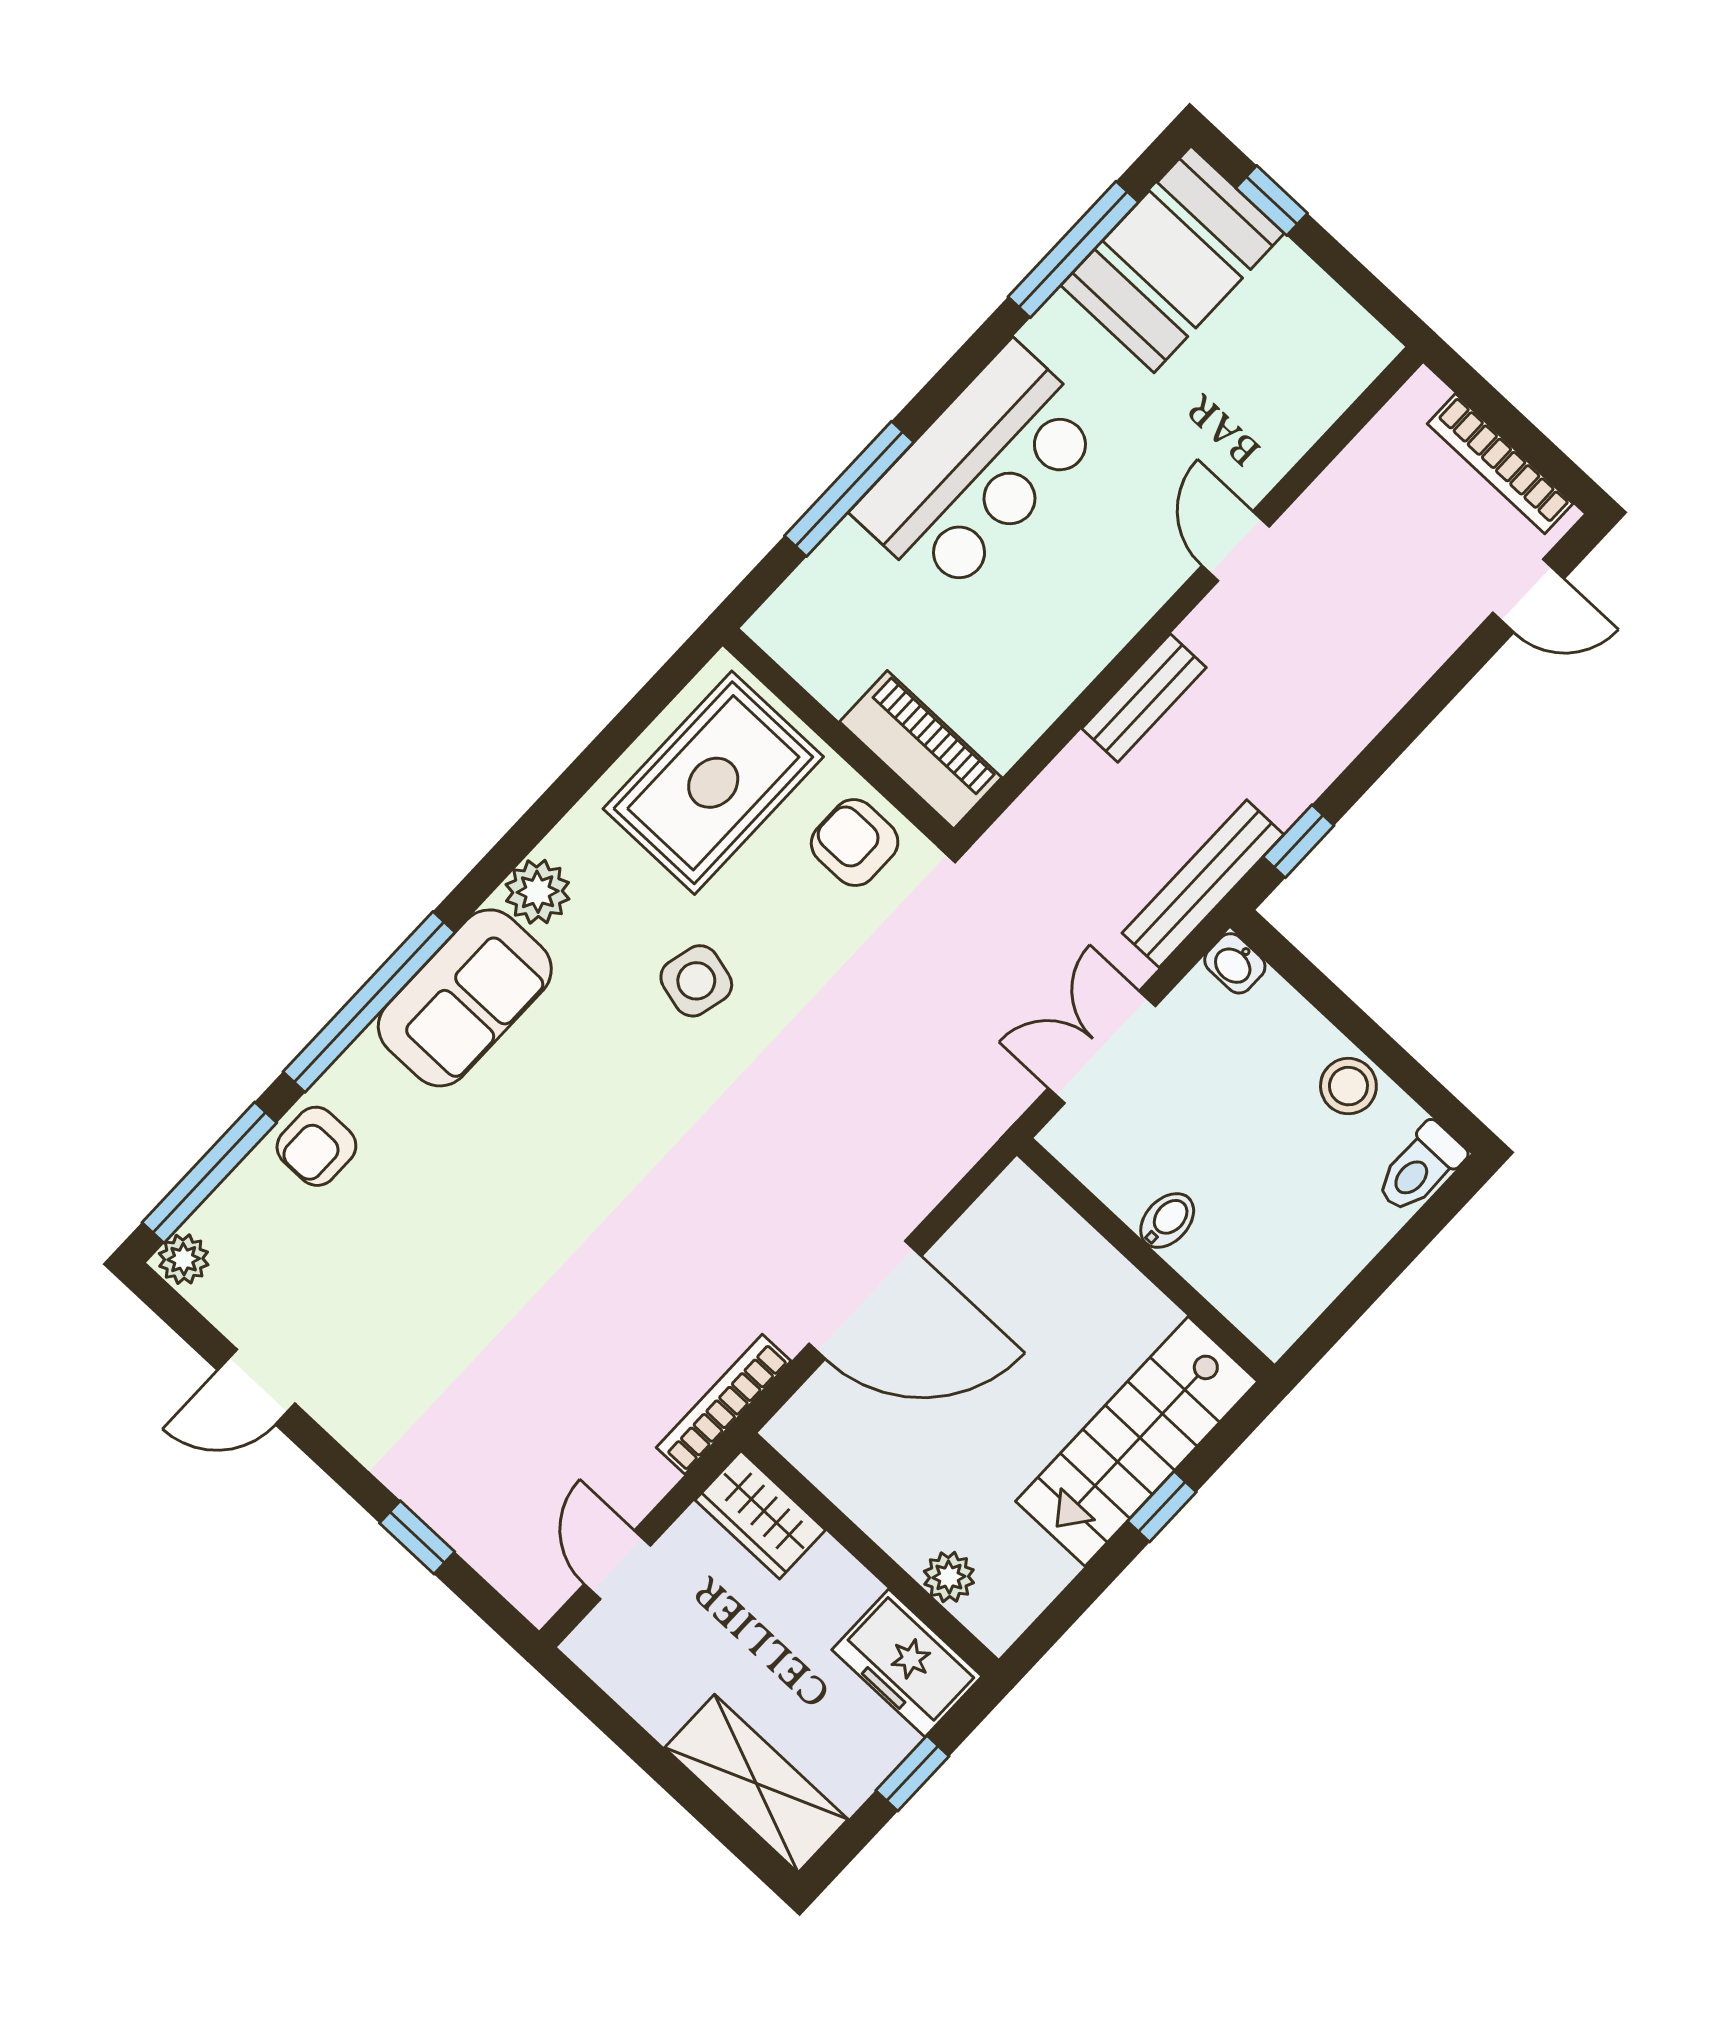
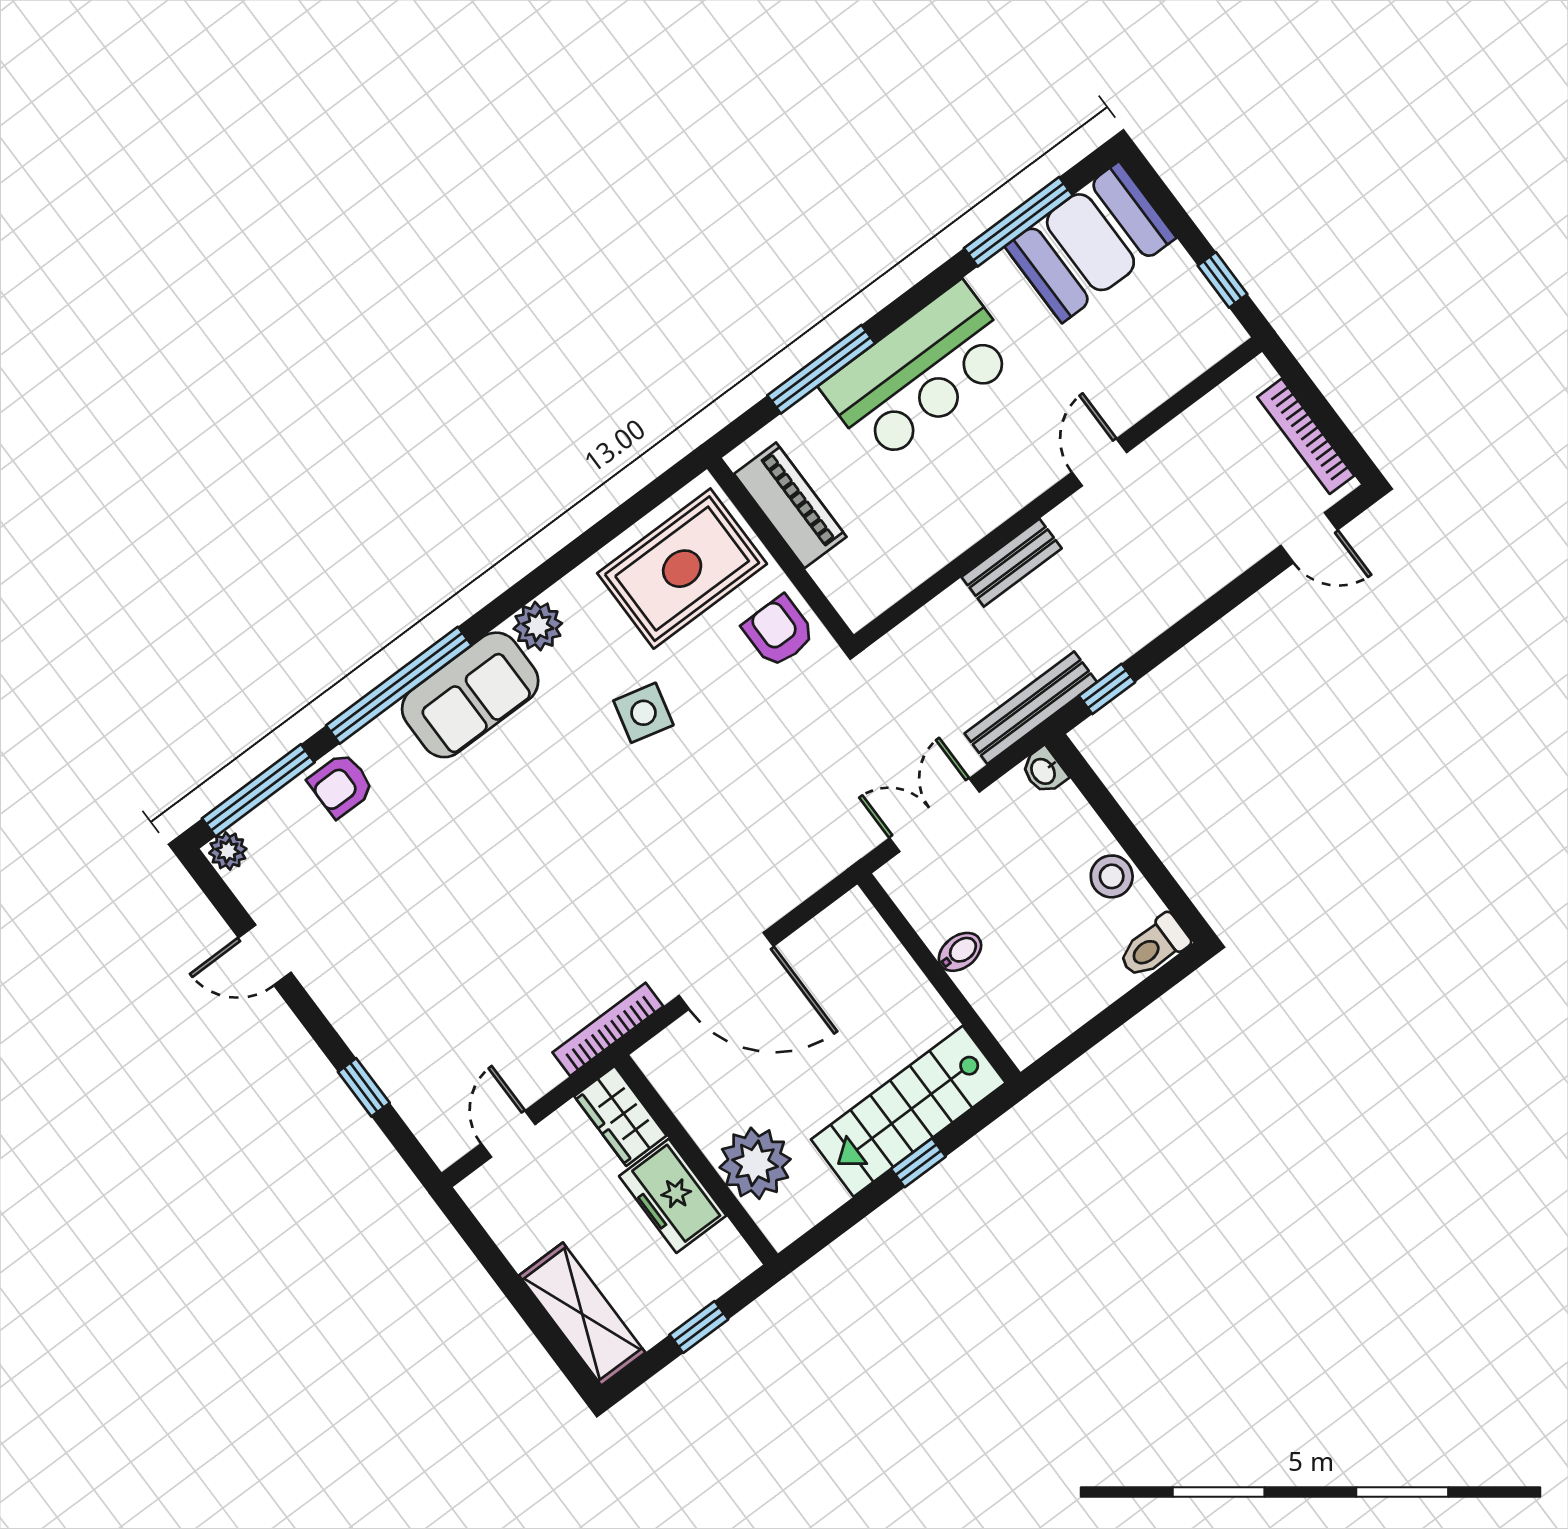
window: (1272, 201) -> (1222, 280), moved
piano: (921, 750) -> (790, 505), moved
plant: (949, 1577) -> (755, 1163), width x1.88, depth x1.88
freezer: (907, 1663) -> (673, 1196), moved

